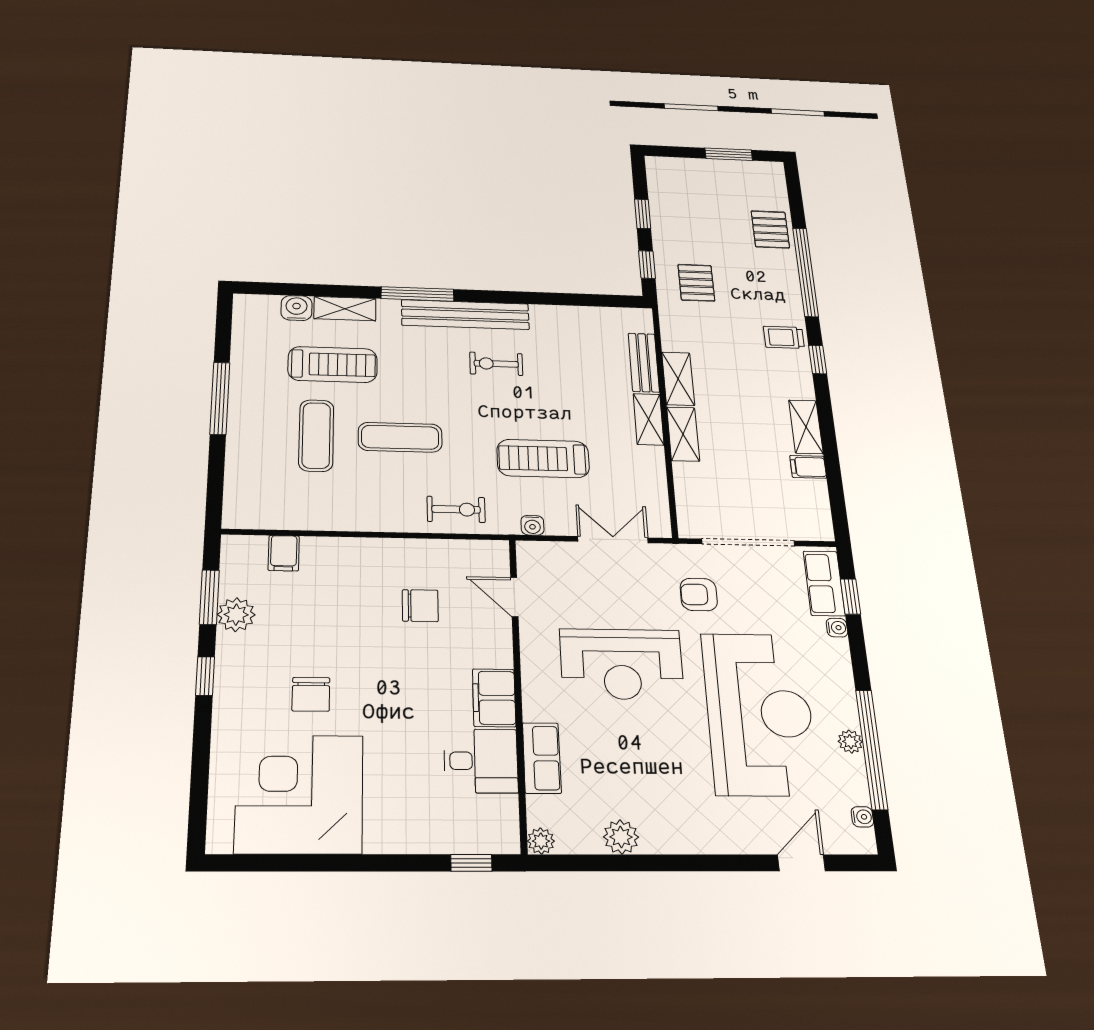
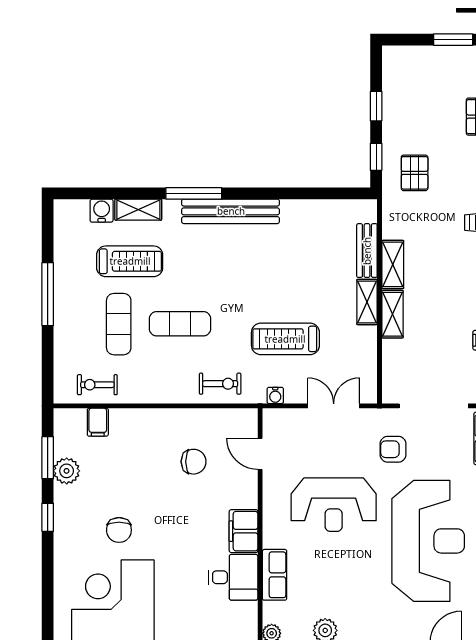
exercise bike: (496, 364) -> (97, 385), moved

